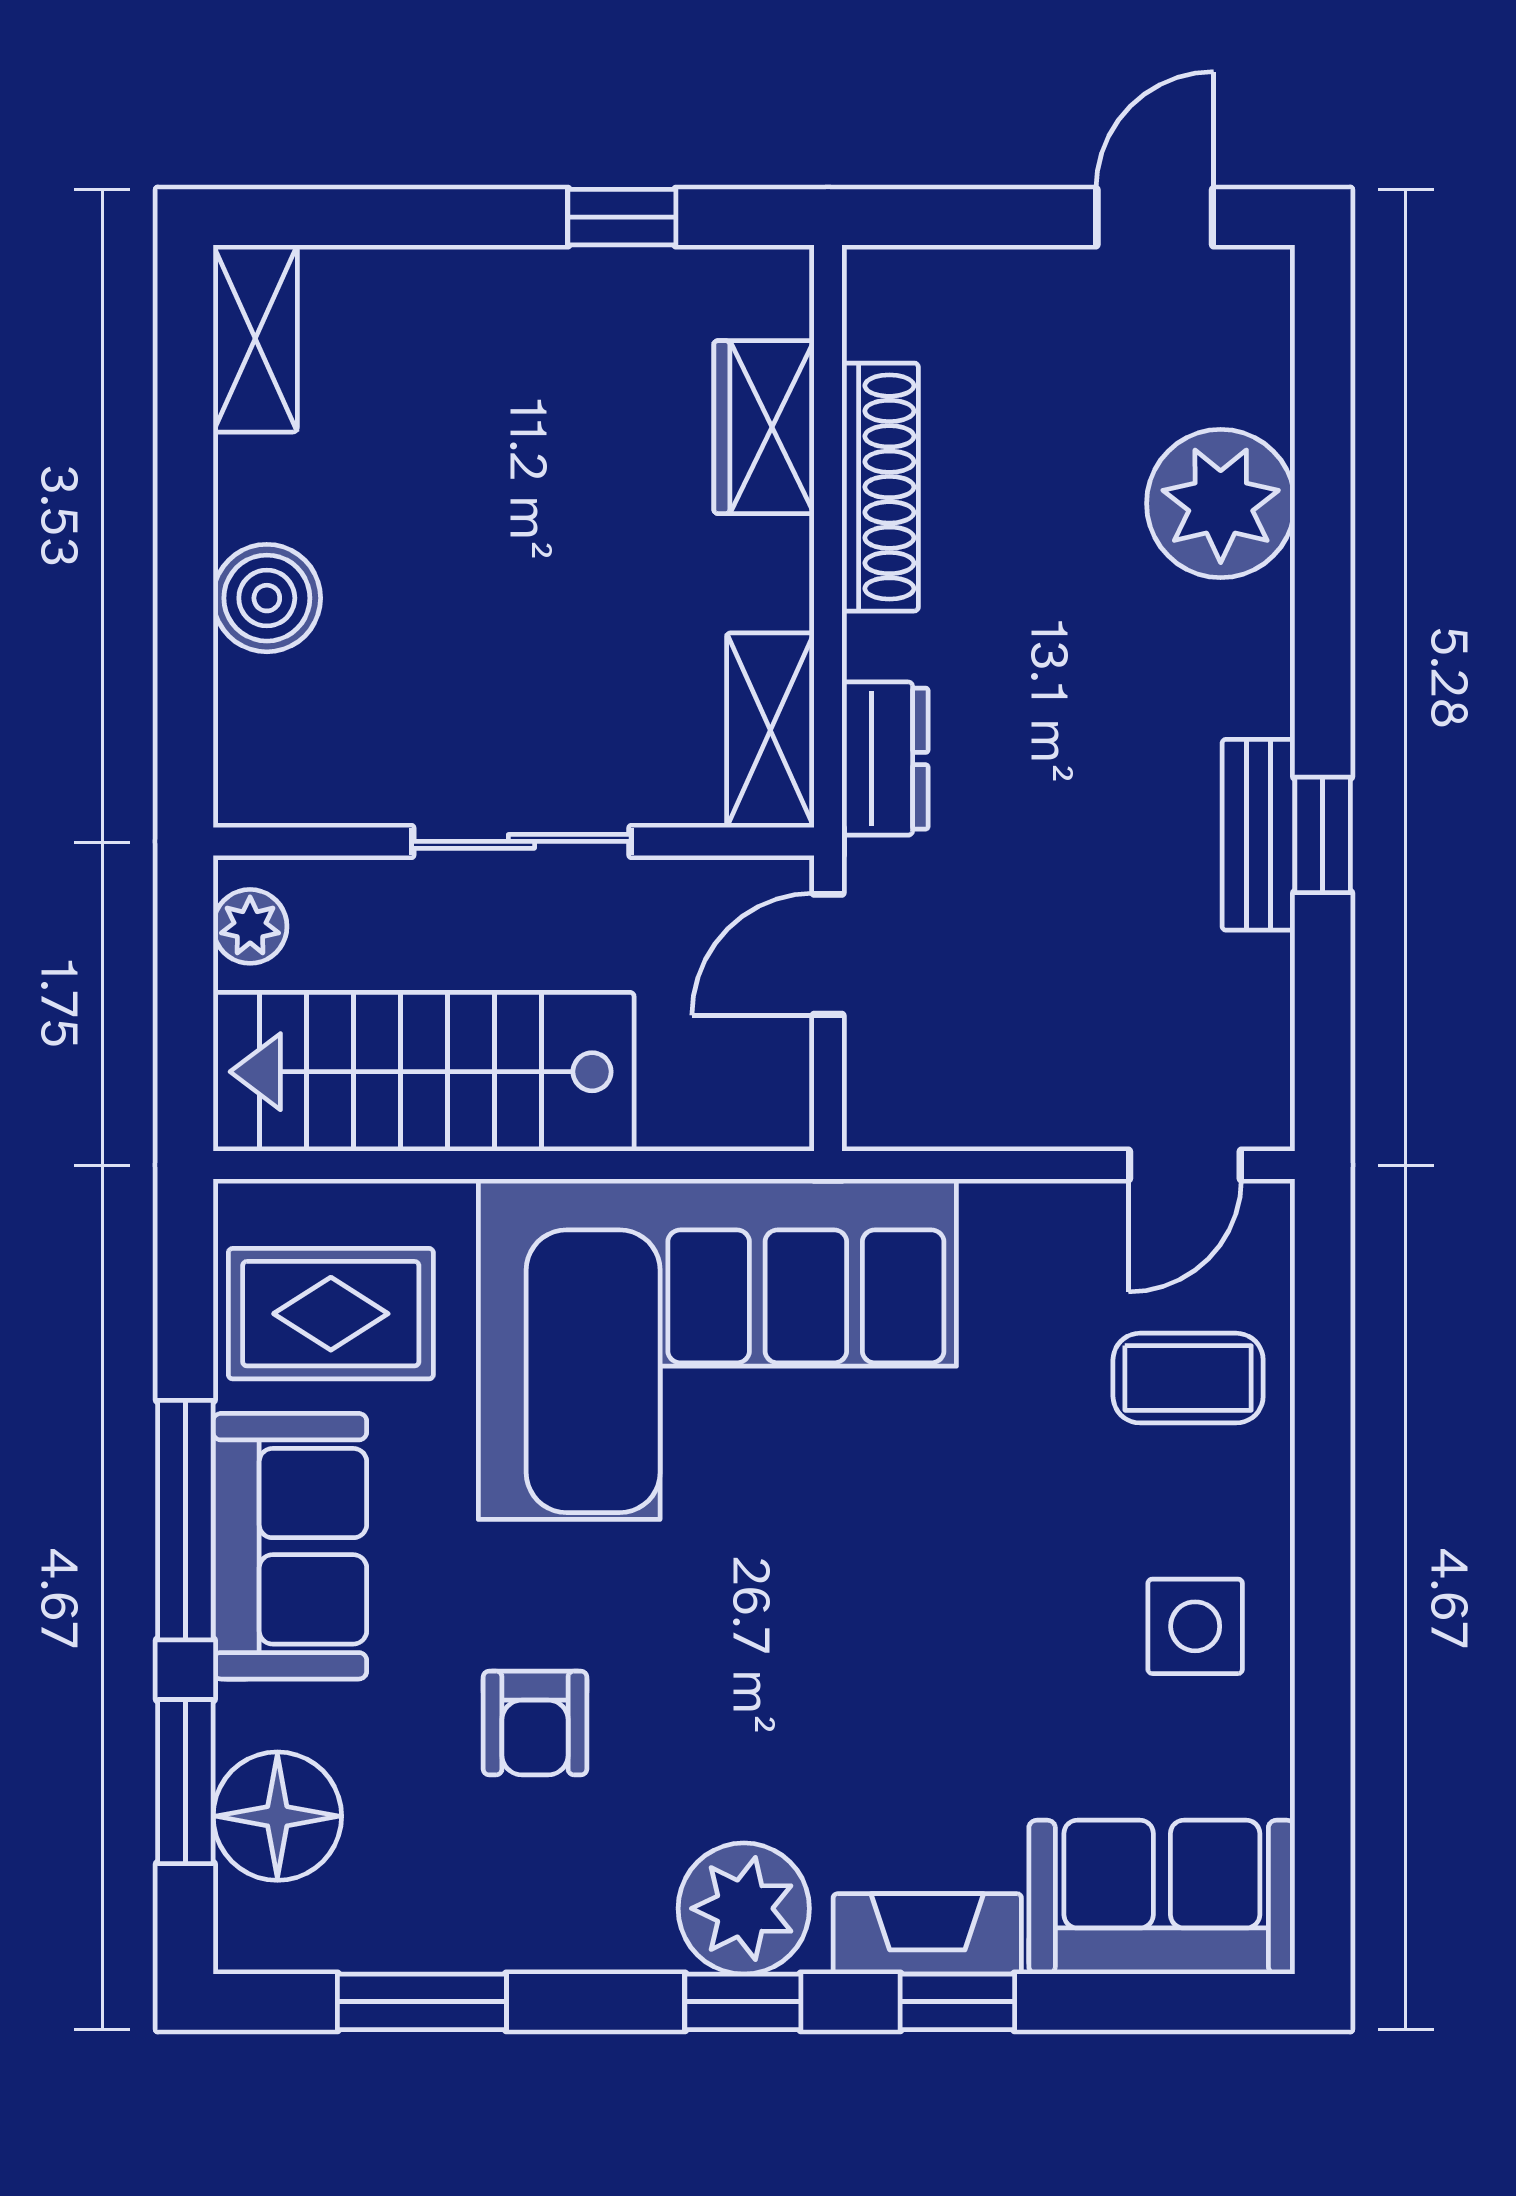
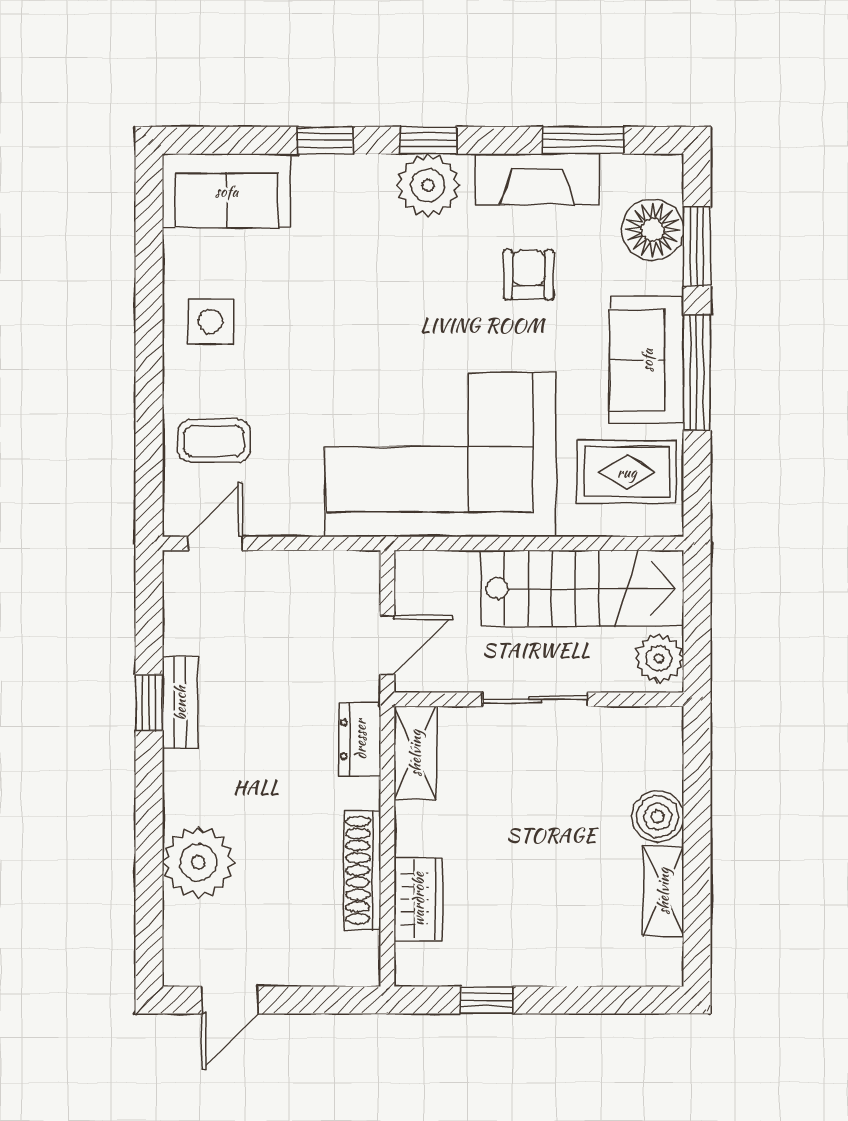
shelving: (255, 339) -> (663, 891), moved
plant: (250, 926) -> (659, 658), width x1.38, depth x1.38
fireplace: (927, 1934) -> (537, 179), moved, width x1.37, depth x1.32

